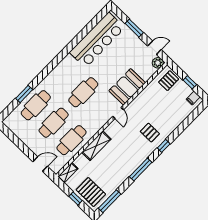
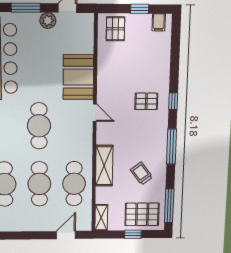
plant: (158, 63) -> (48, 21), moved
trolley: (112, 169) -> (141, 173), added

